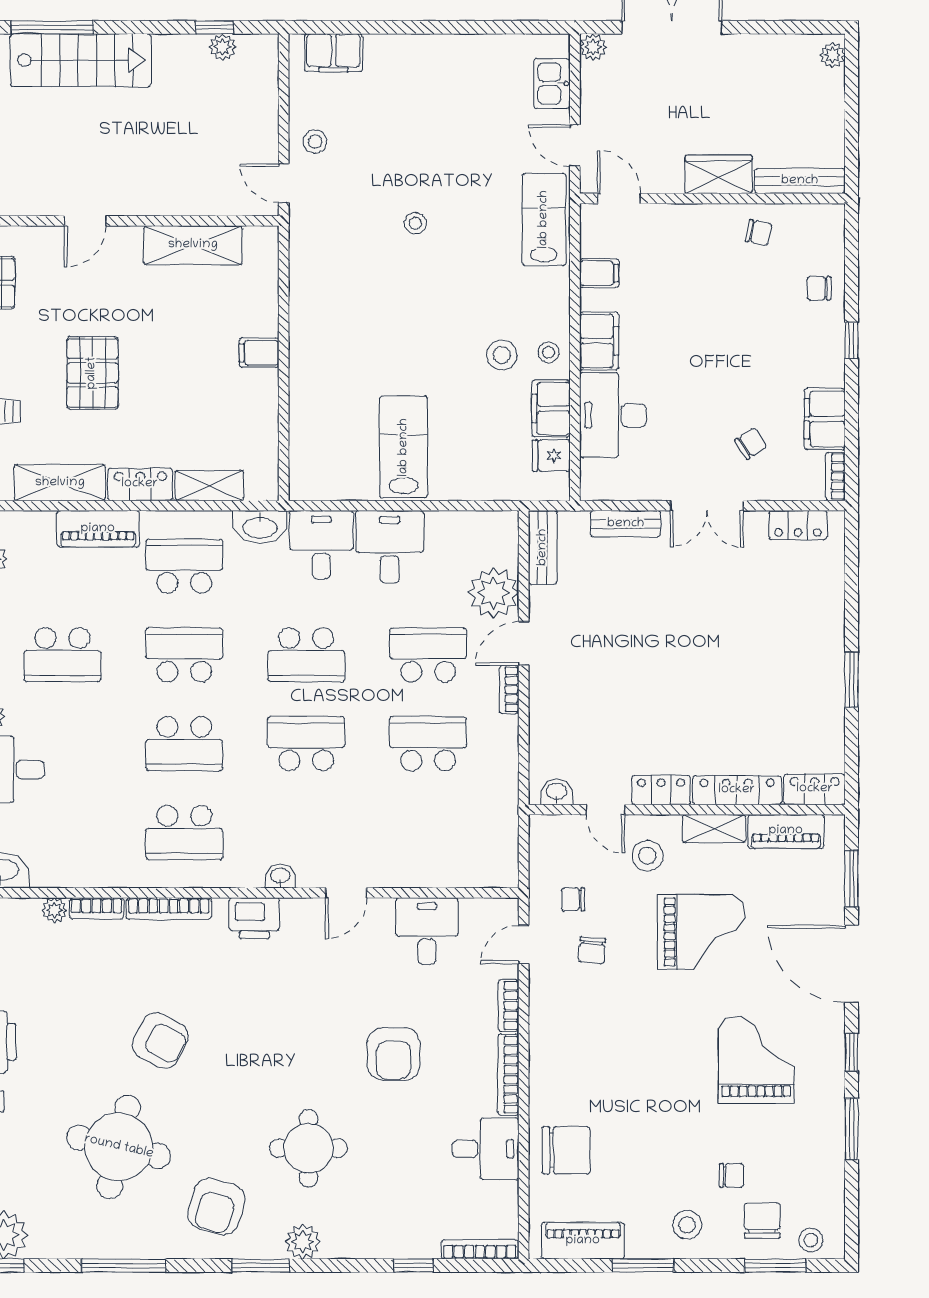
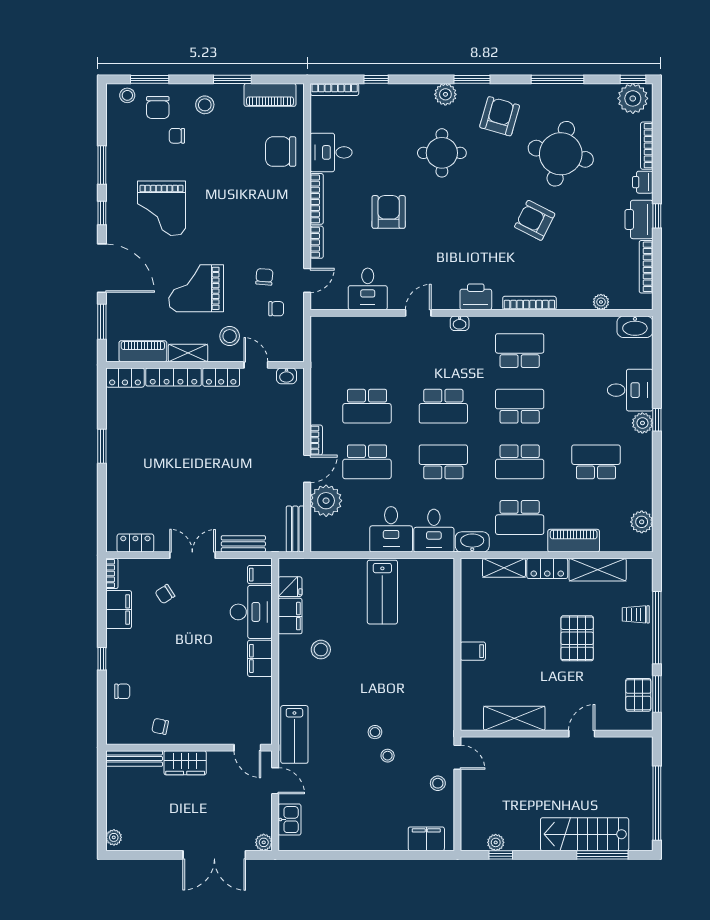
filing cabinet: (599, 273) -> (260, 575), moved
stool: (549, 352) -> (388, 756), moved
bookcase: (97, 908) -> (575, 303), removed

